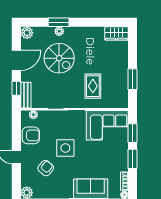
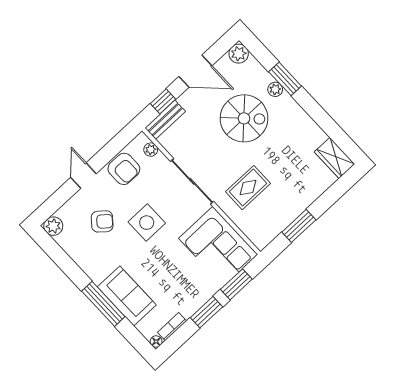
spiral stairs: (59, 58) -> (244, 118), turned -90

